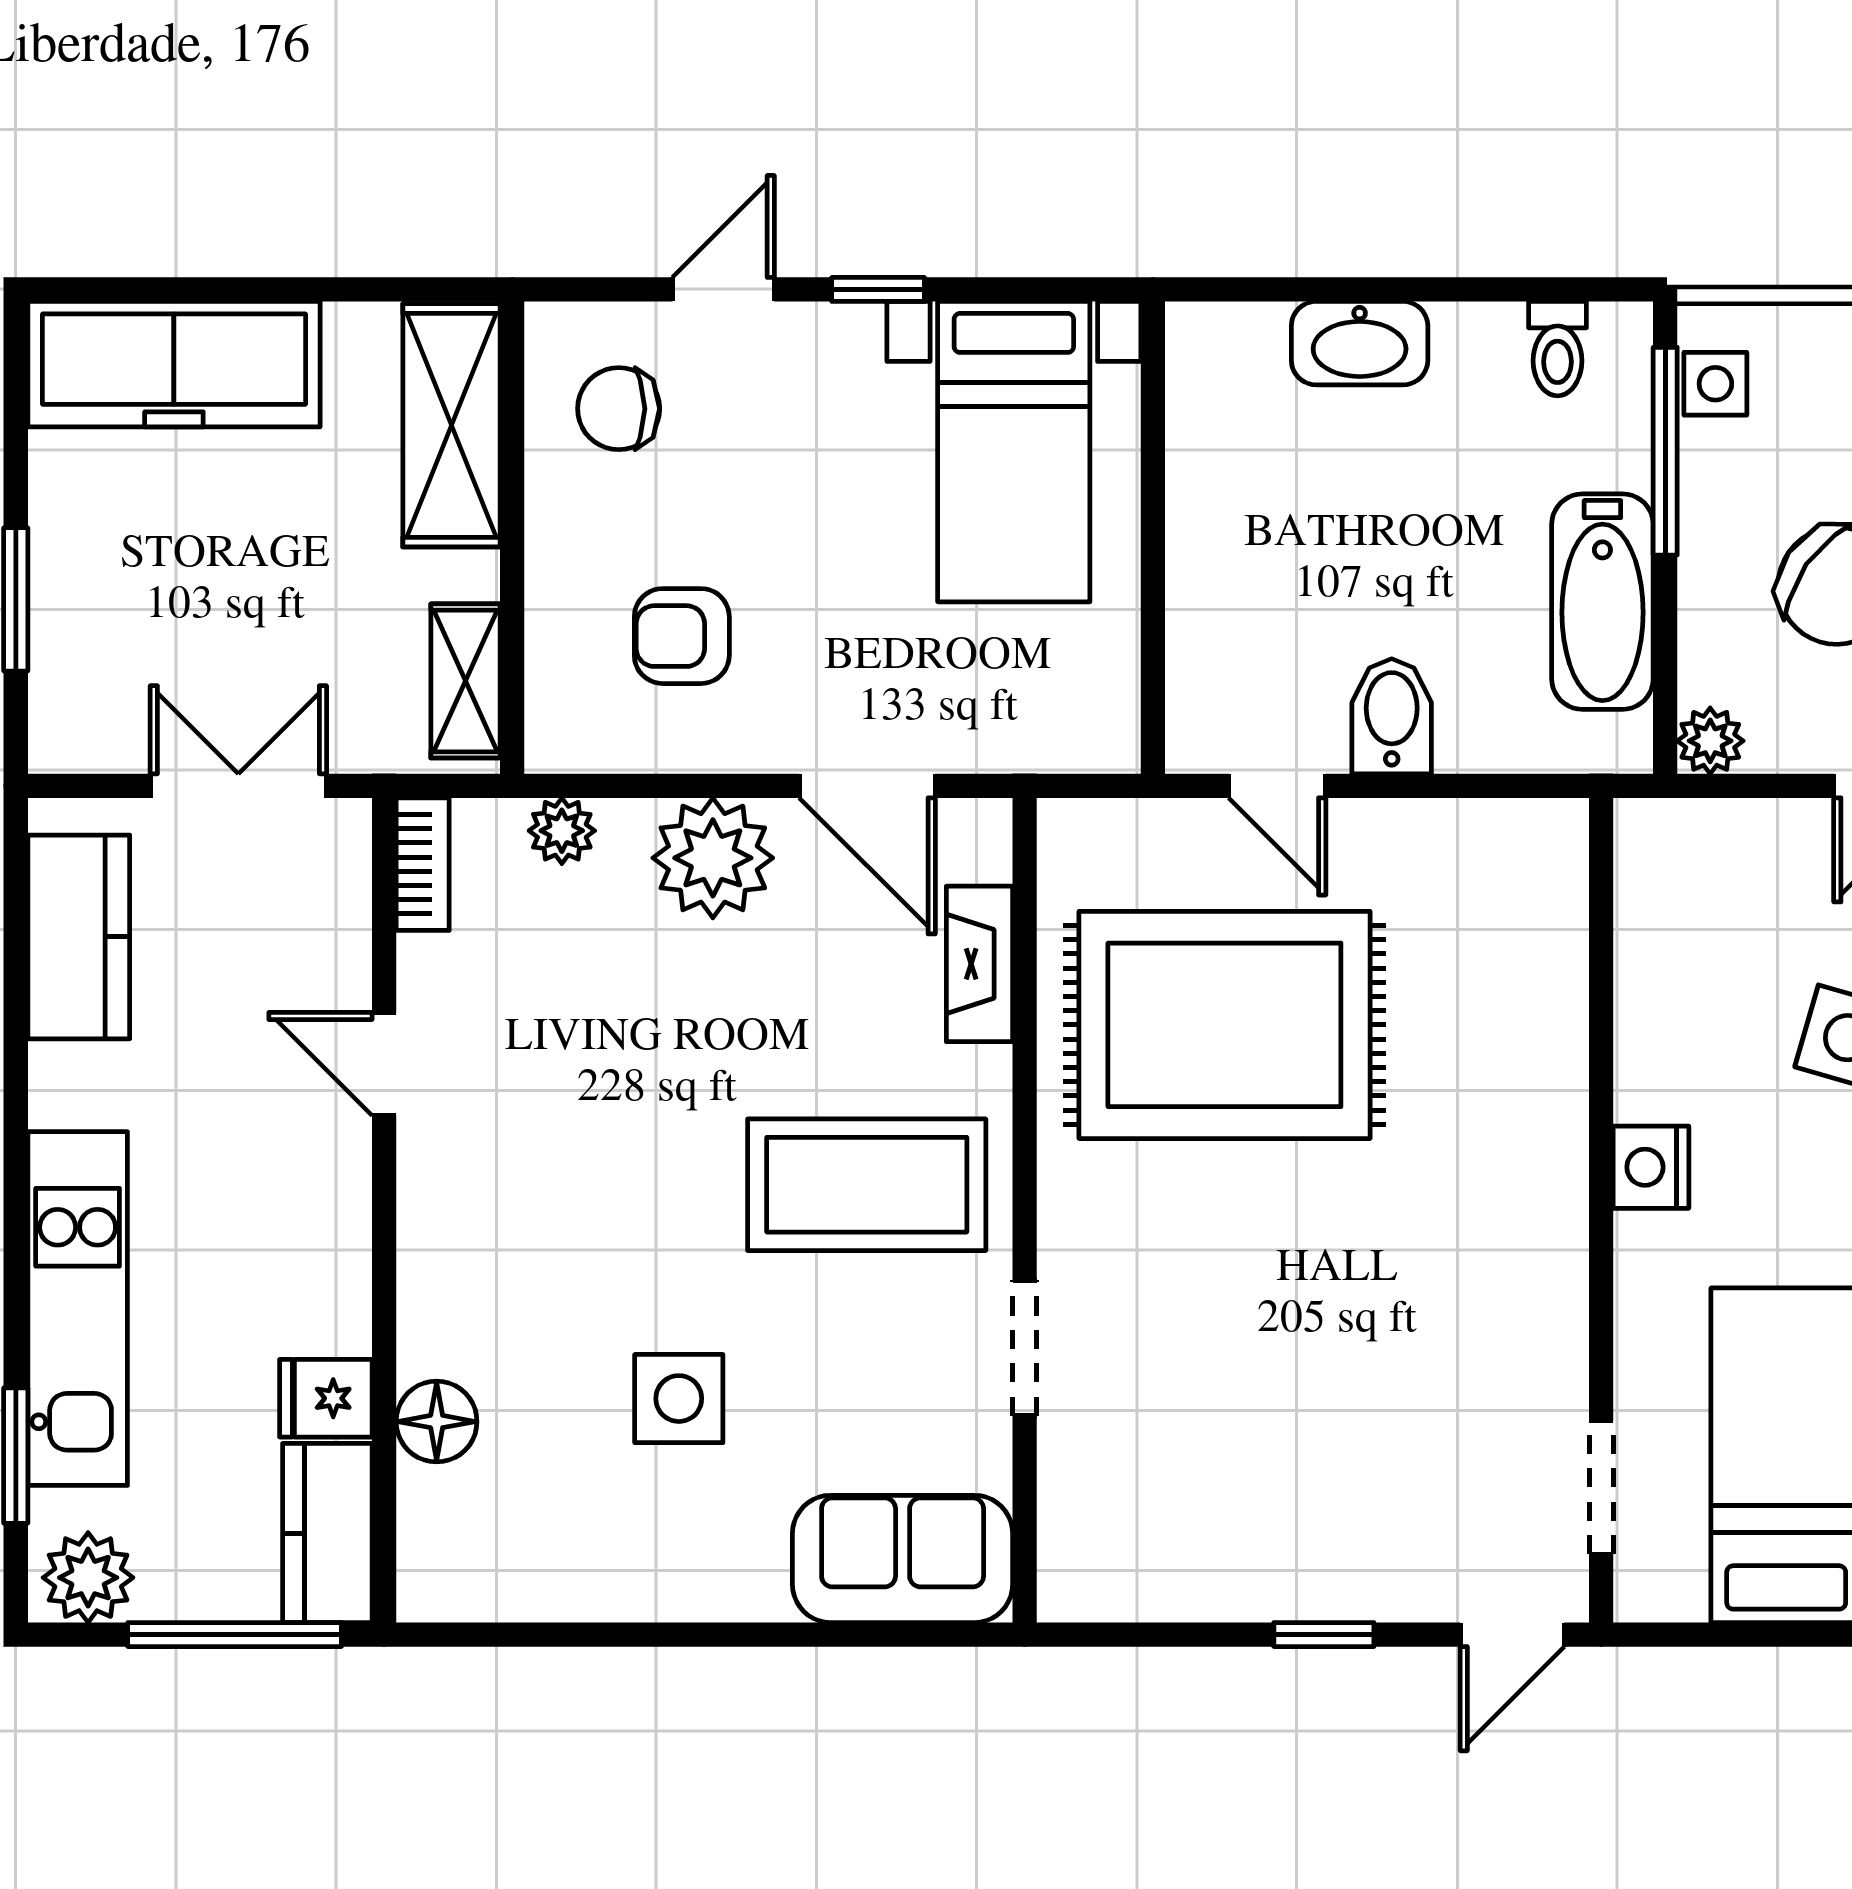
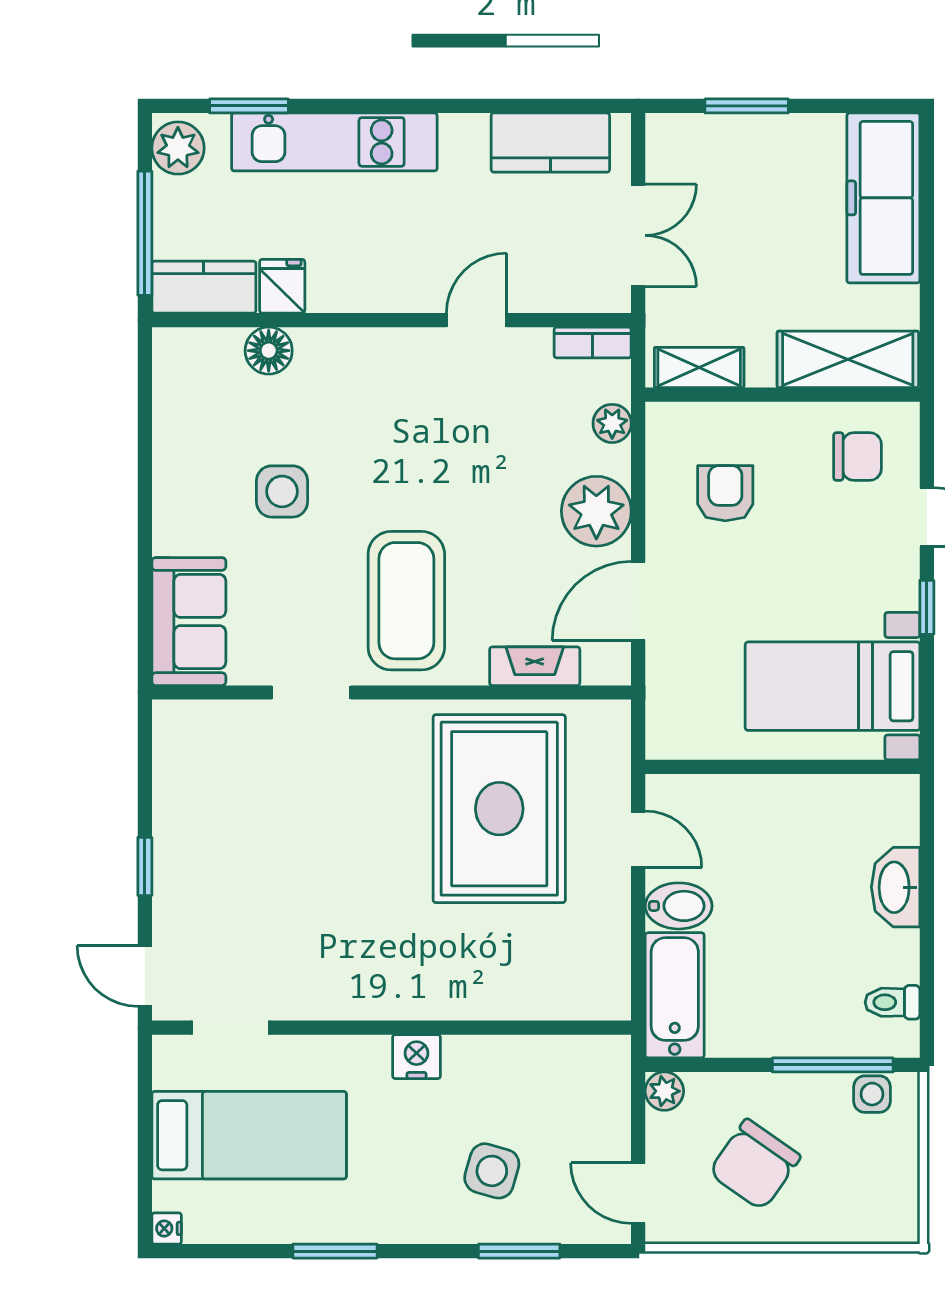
chair: (619, 409) -> (858, 456), turned 90
bathtub: (1602, 602) -> (675, 995), moved, turned 90
door: (1277, 786) -> (638, 839), swing flipped

